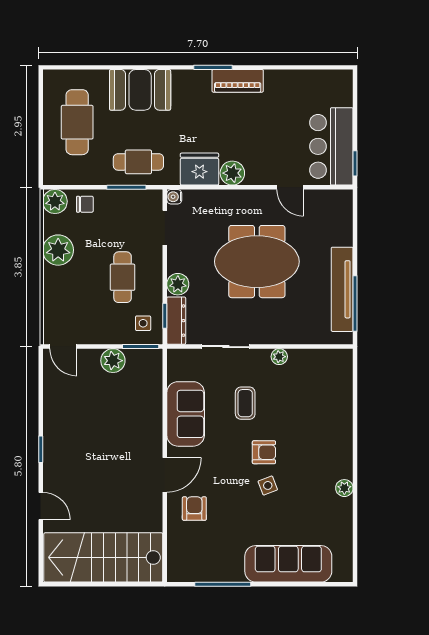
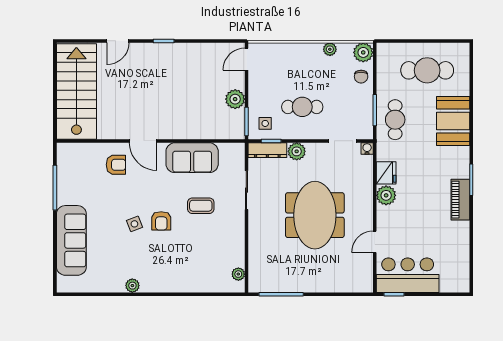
fridge: (199, 169) -> (386, 173), width x0.73, depth x0.75
plant: (58, 250) -> (330, 49), width x0.53, depth x0.53
tv unit: (342, 289) -> (293, 284), removed
plant: (279, 357) -> (238, 274), moved

